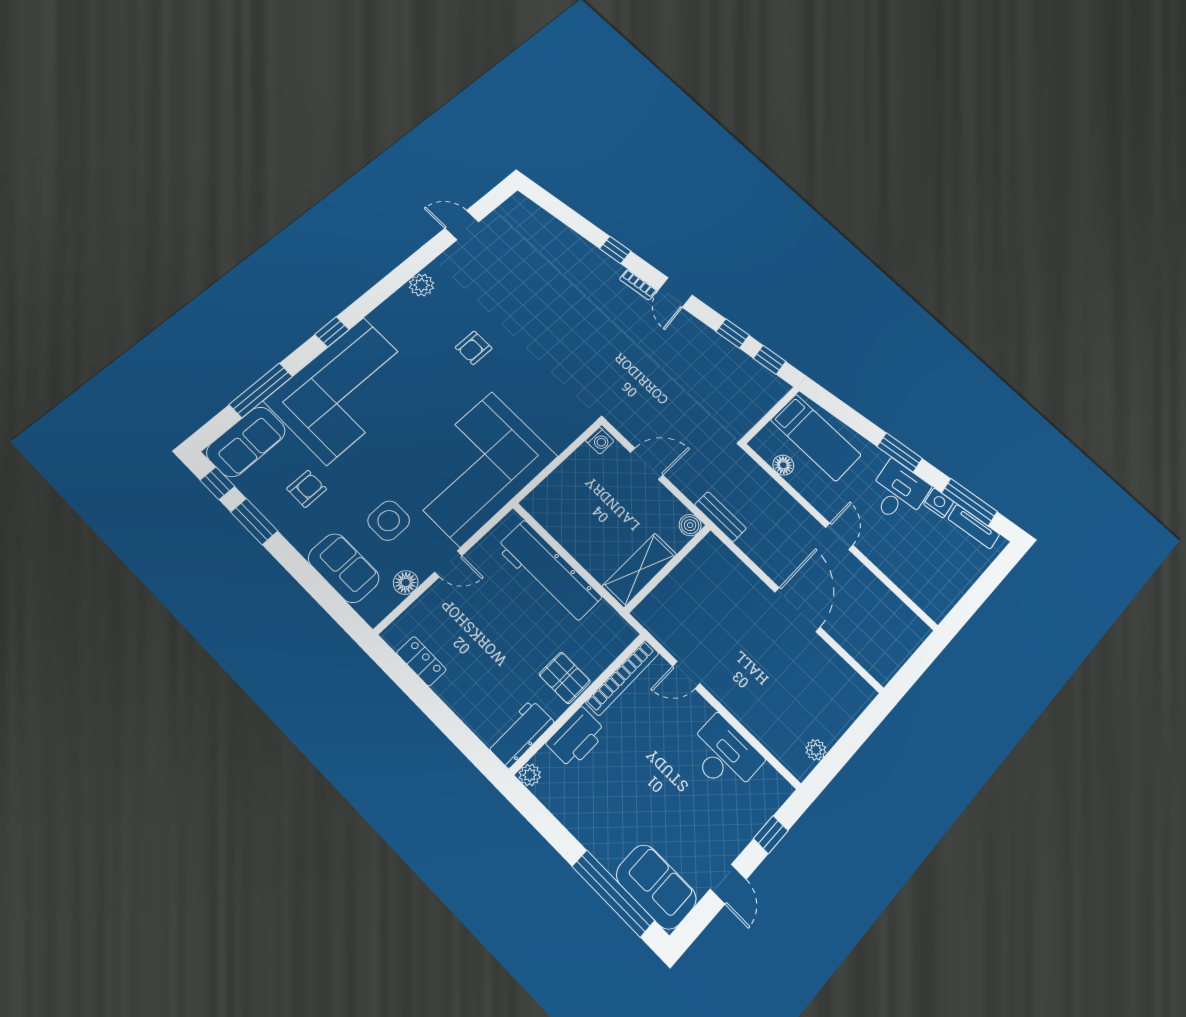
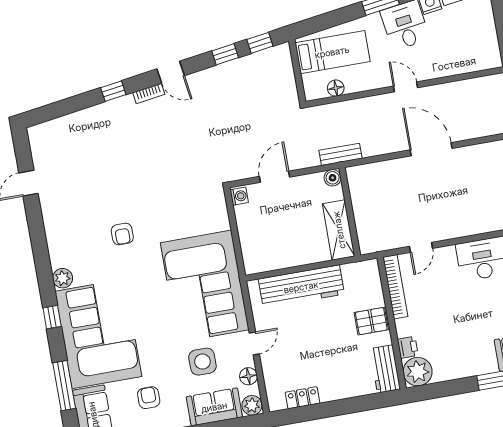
plant: (422, 285) -> (63, 278), moved
plant: (374, 609) -> (252, 405), added
printer: (576, 738) -> (408, 347), width x0.53, depth x0.68
plant: (530, 775) -> (418, 372), width x1.88, depth x1.88

